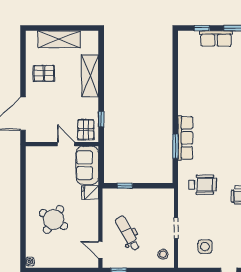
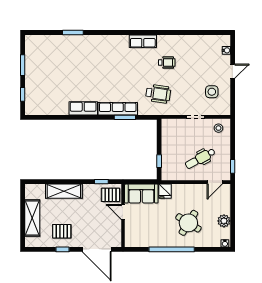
row of seats: (216, 39) -> (83, 108), moved, turned -90
pallet: (44, 73) -> (62, 231), turned 90
window: (23, 74) -> (63, 249), added
door: (66, 144) -> (123, 212), hinge flipped
wheelchair: (203, 185) -> (158, 94), turned 98
window: (23, 200) -> (172, 249), added
plant: (56, 261) -> (224, 221), added

